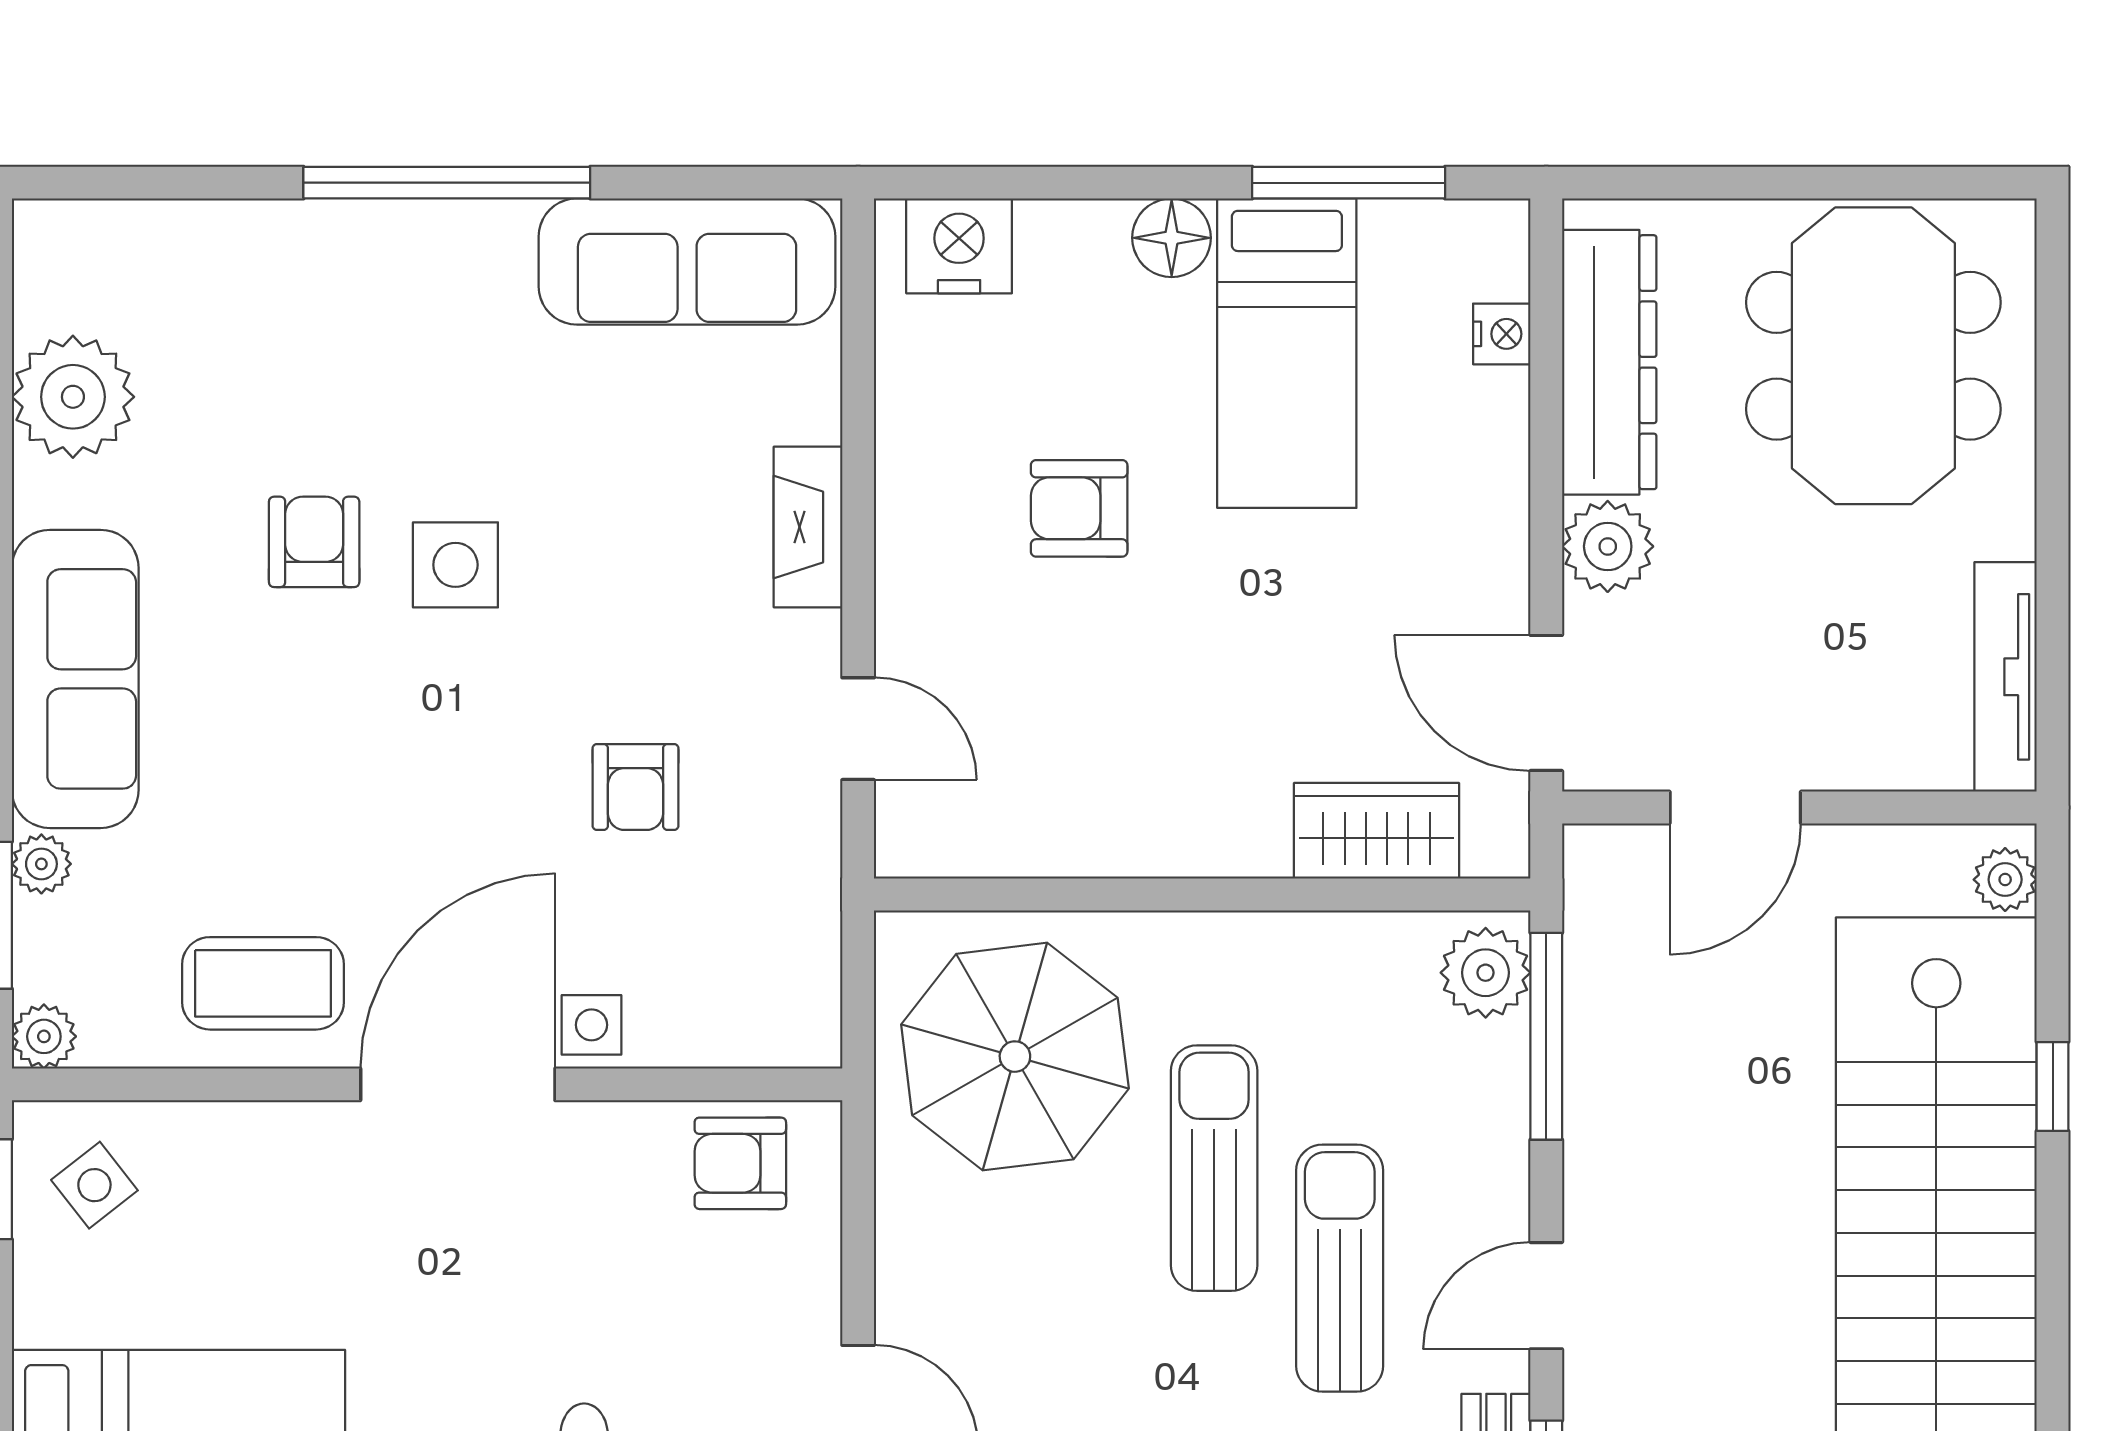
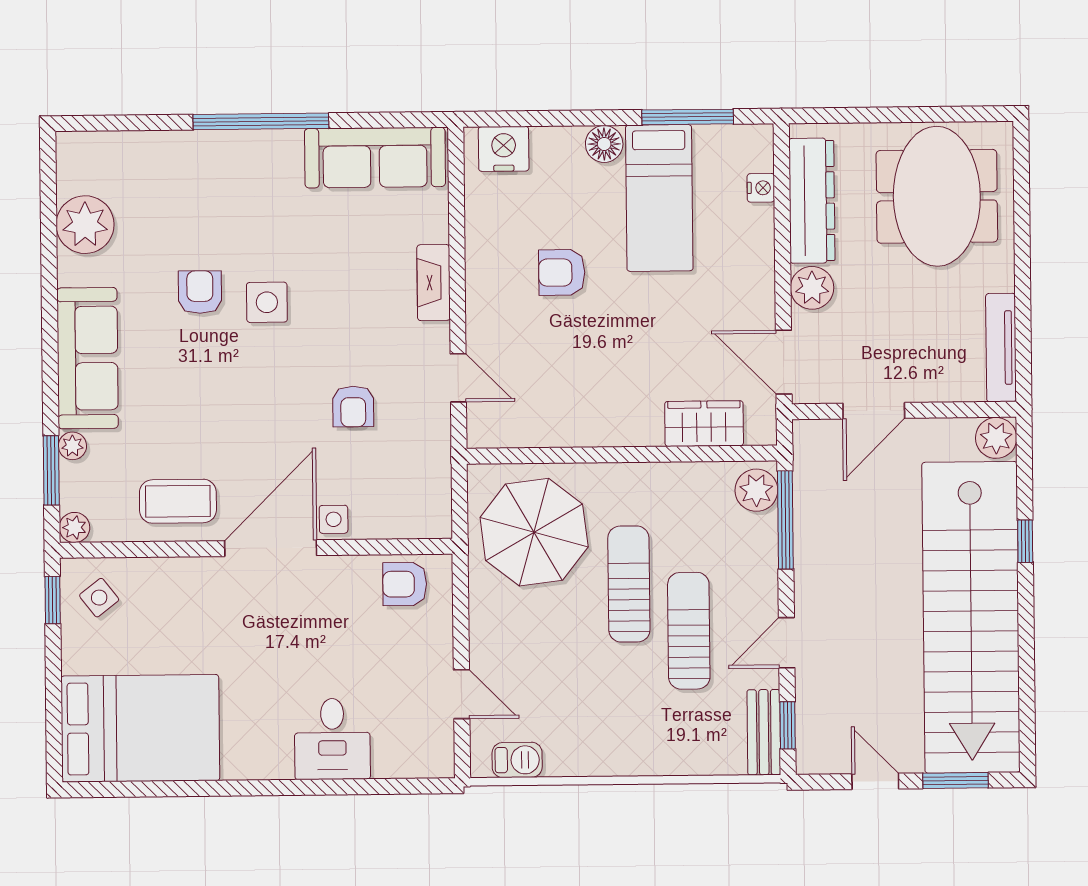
plant: (2005, 880) -> (996, 438), width x1.38, depth x1.38

